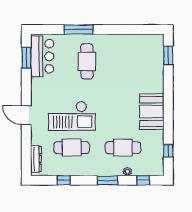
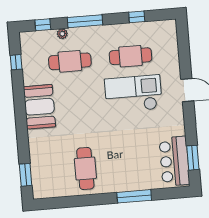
cafe table: (87, 61) -> (85, 168), moved
dresser: (36, 159) -> (172, 39), removed
window: (107, 180) -> (85, 21), width x1.44

